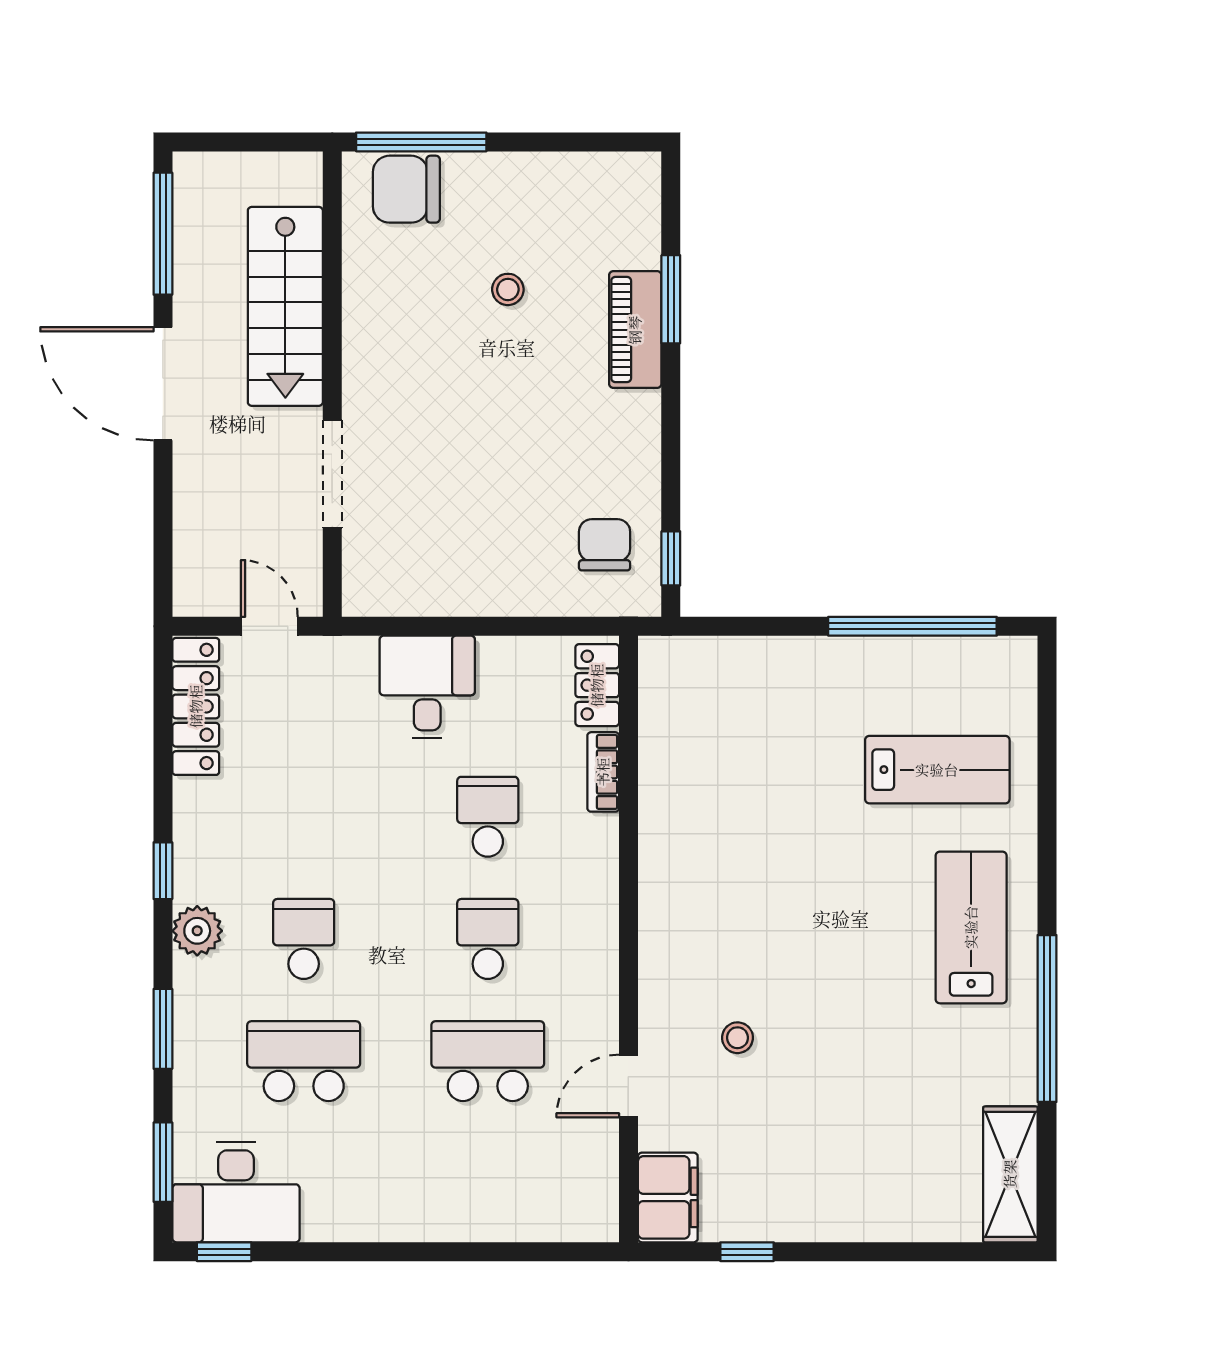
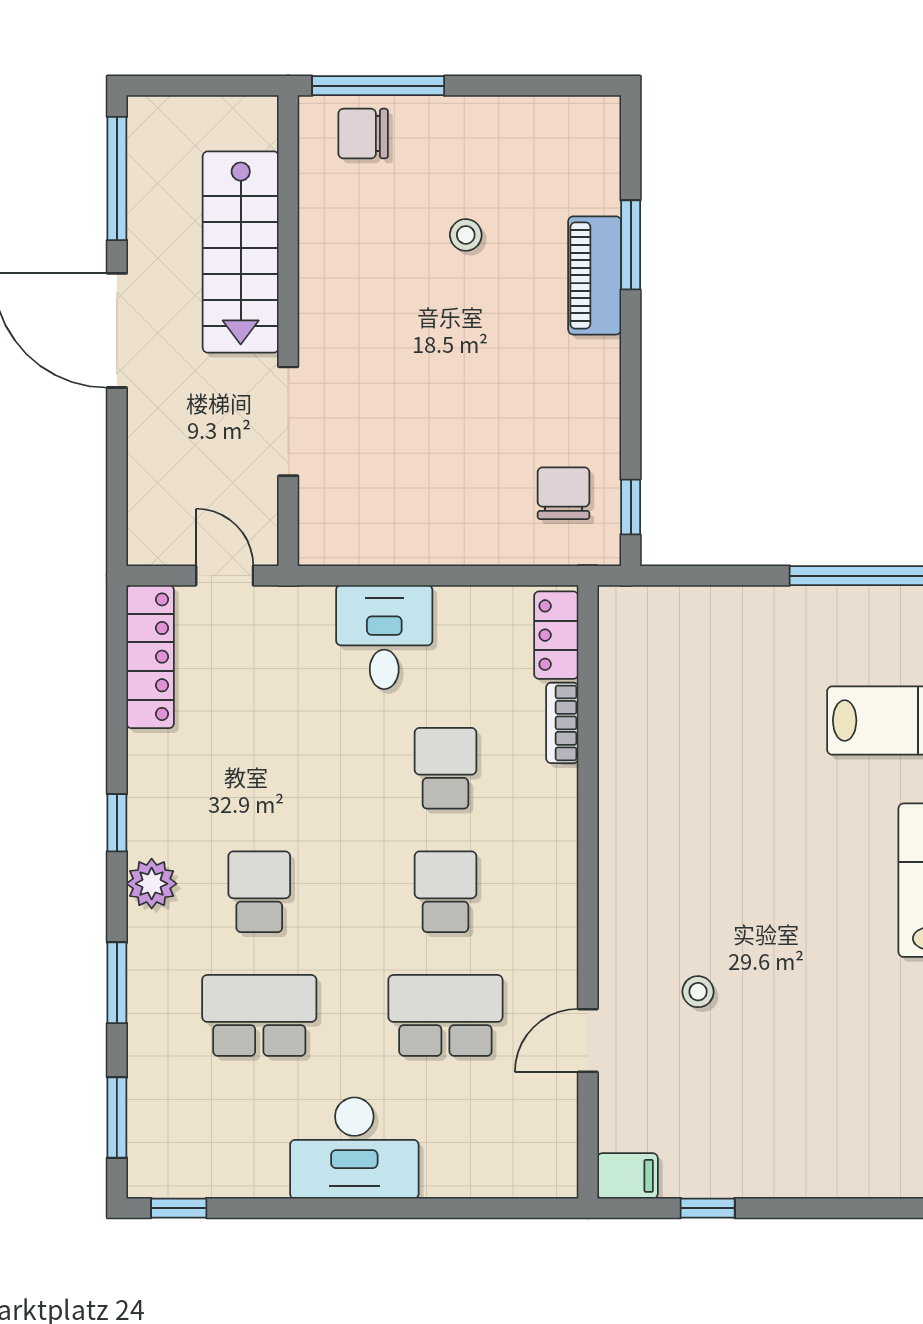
chair: (406, 189) -> (363, 134), width x0.73, depth x0.73
desk: (236, 1192) -> (354, 1148), moved
filing cabinet: (668, 1197) -> (628, 1176), width x0.50

